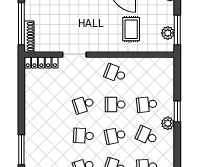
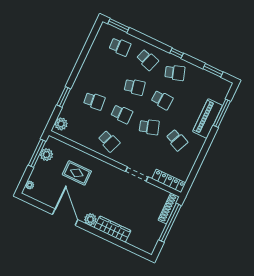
rug: (131, 29) -> (77, 173), turned 90
window: (177, 111) -> (64, 97), moved
plant: (168, 123) -> (61, 124), moved
school desk: (147, 136) -> (177, 140), moved
piano: (33, 138) -> (208, 118), added

